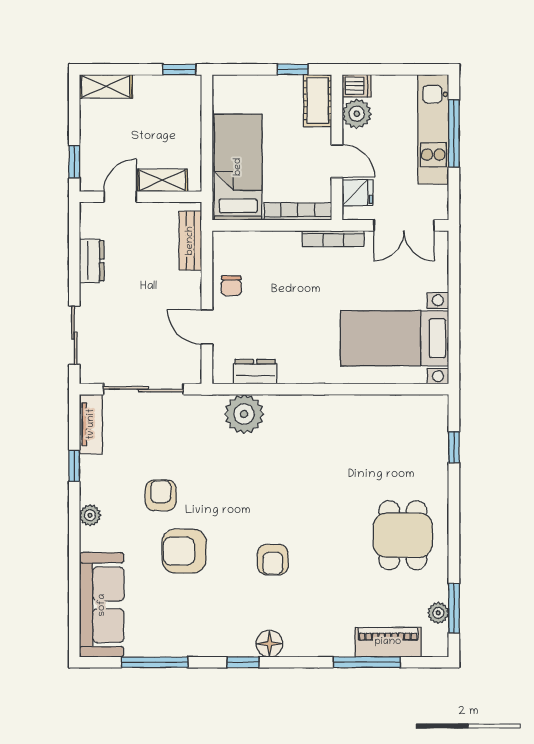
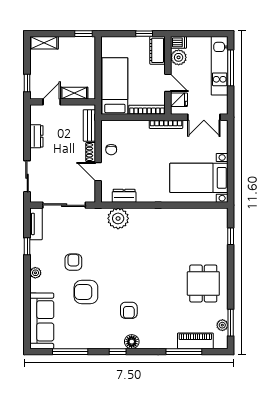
shoe rack: (193, 290) -> (91, 152), added
armchair: (273, 560) -> (129, 310), moved

